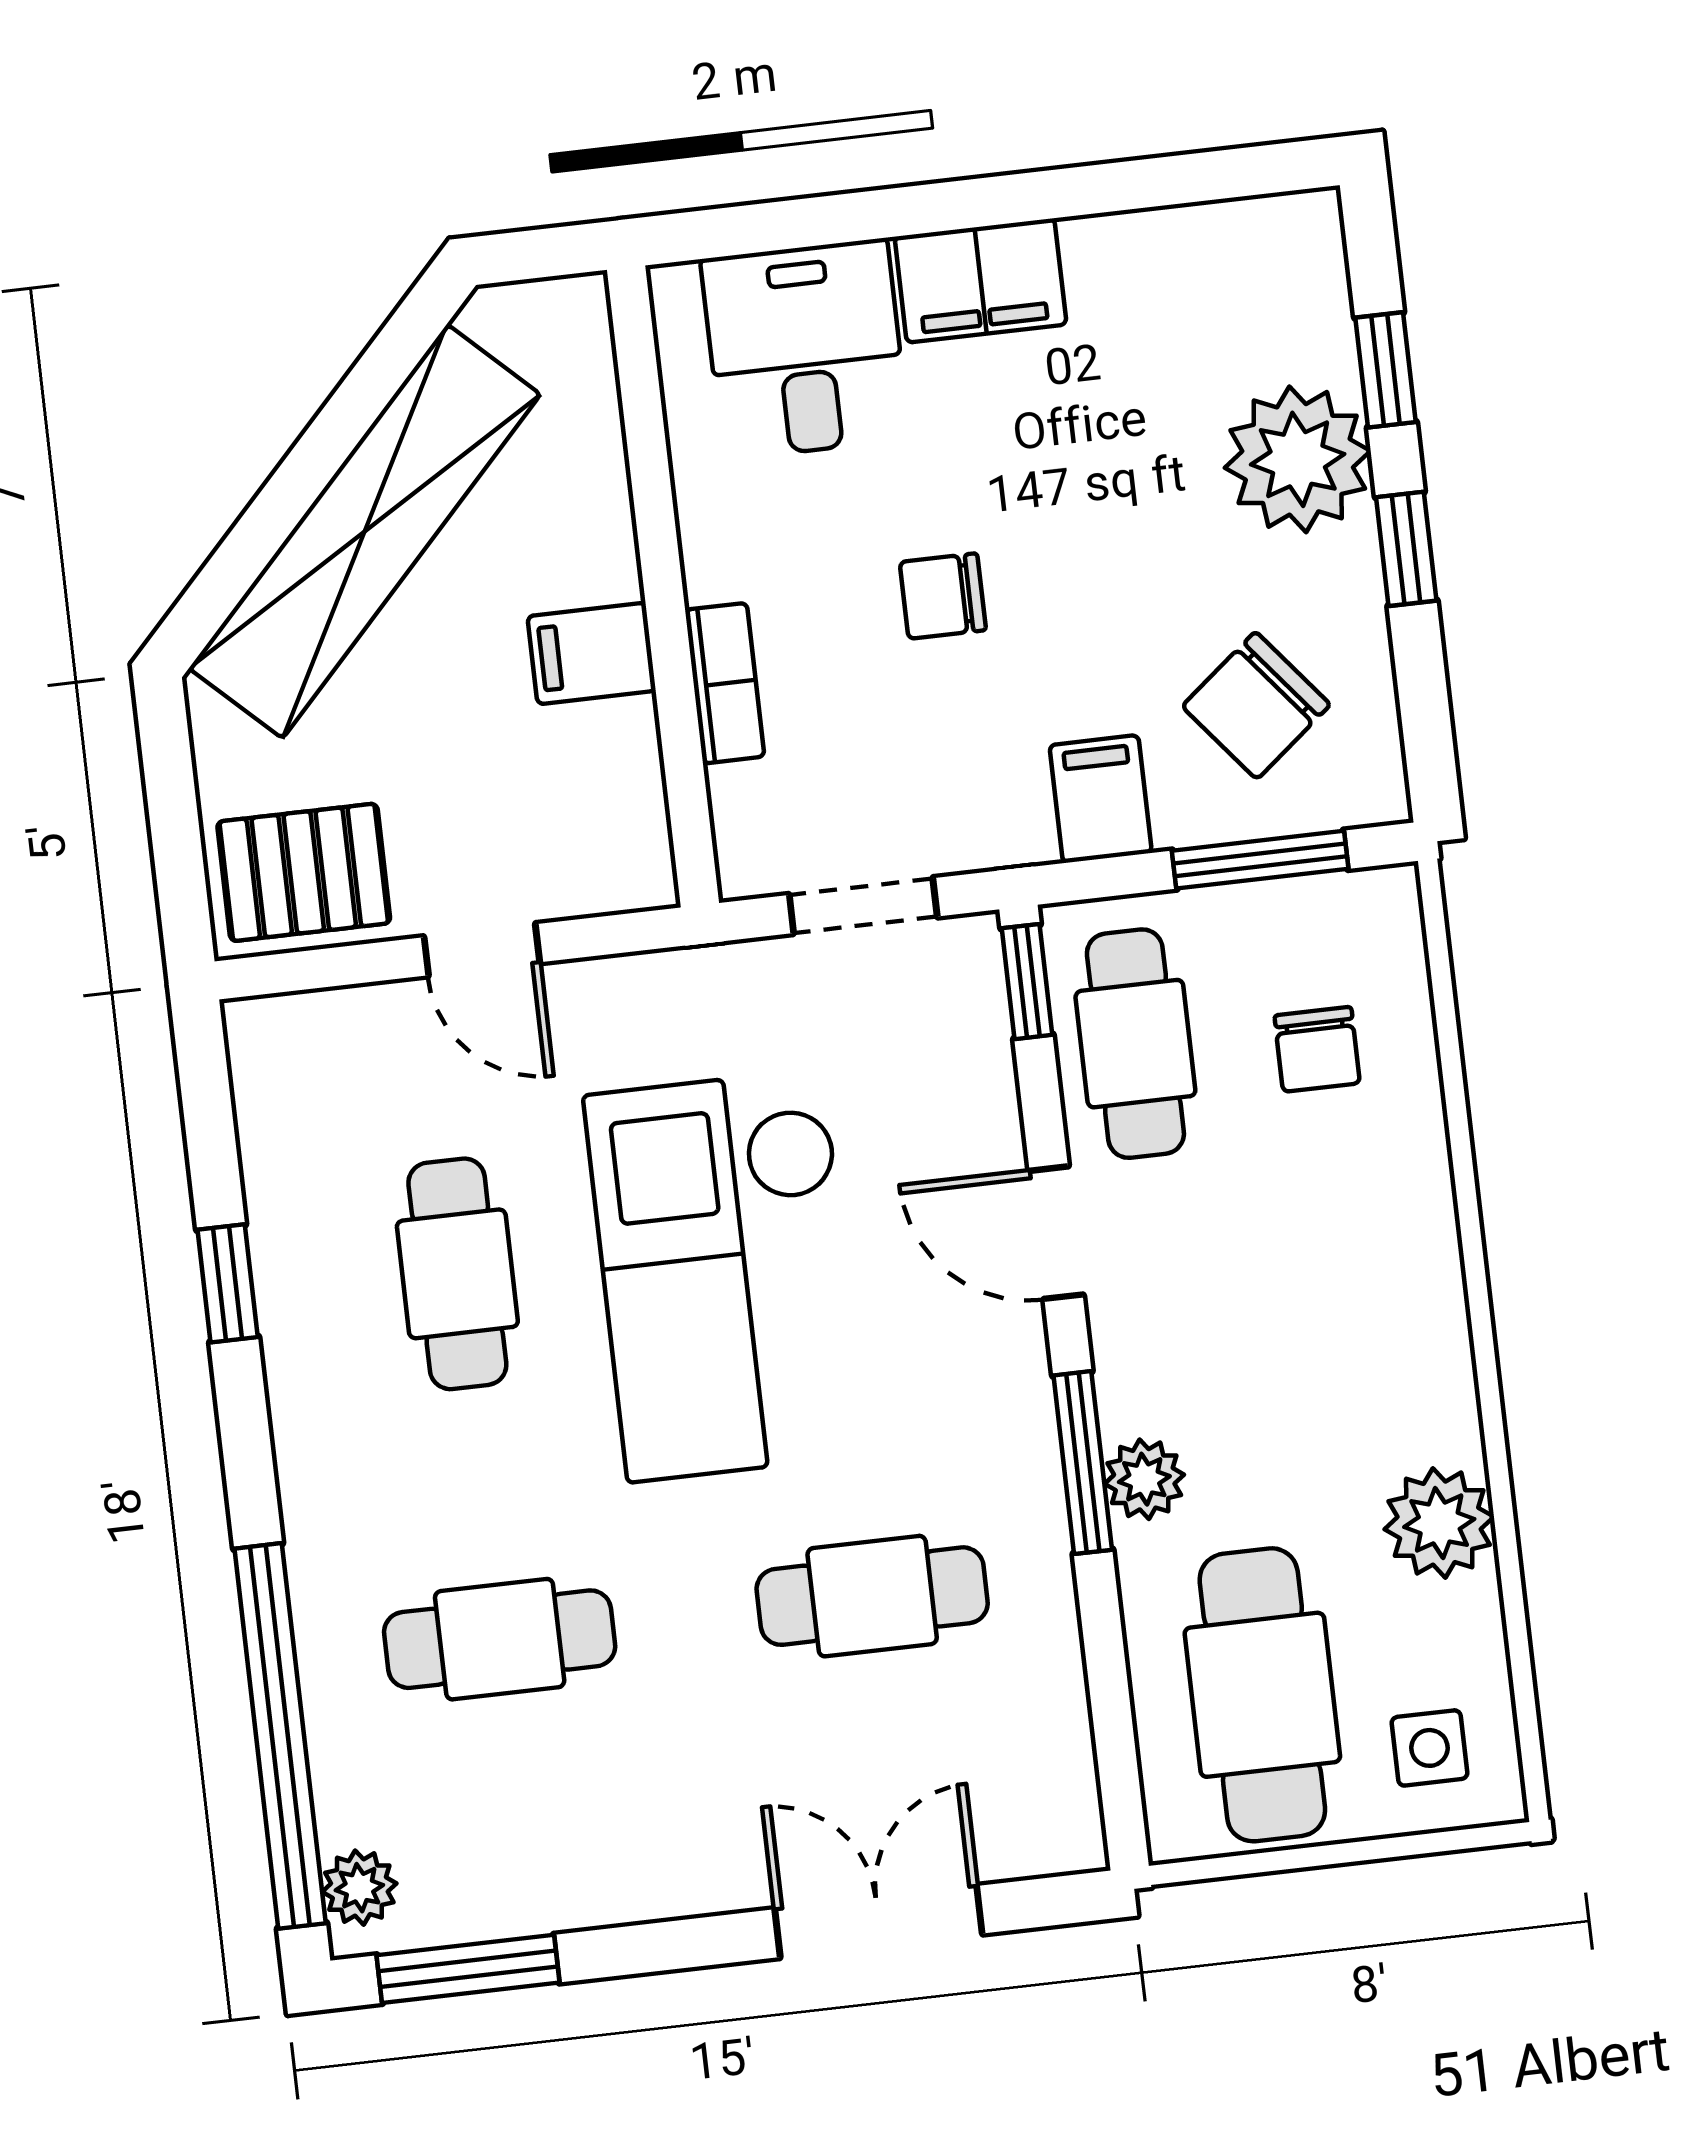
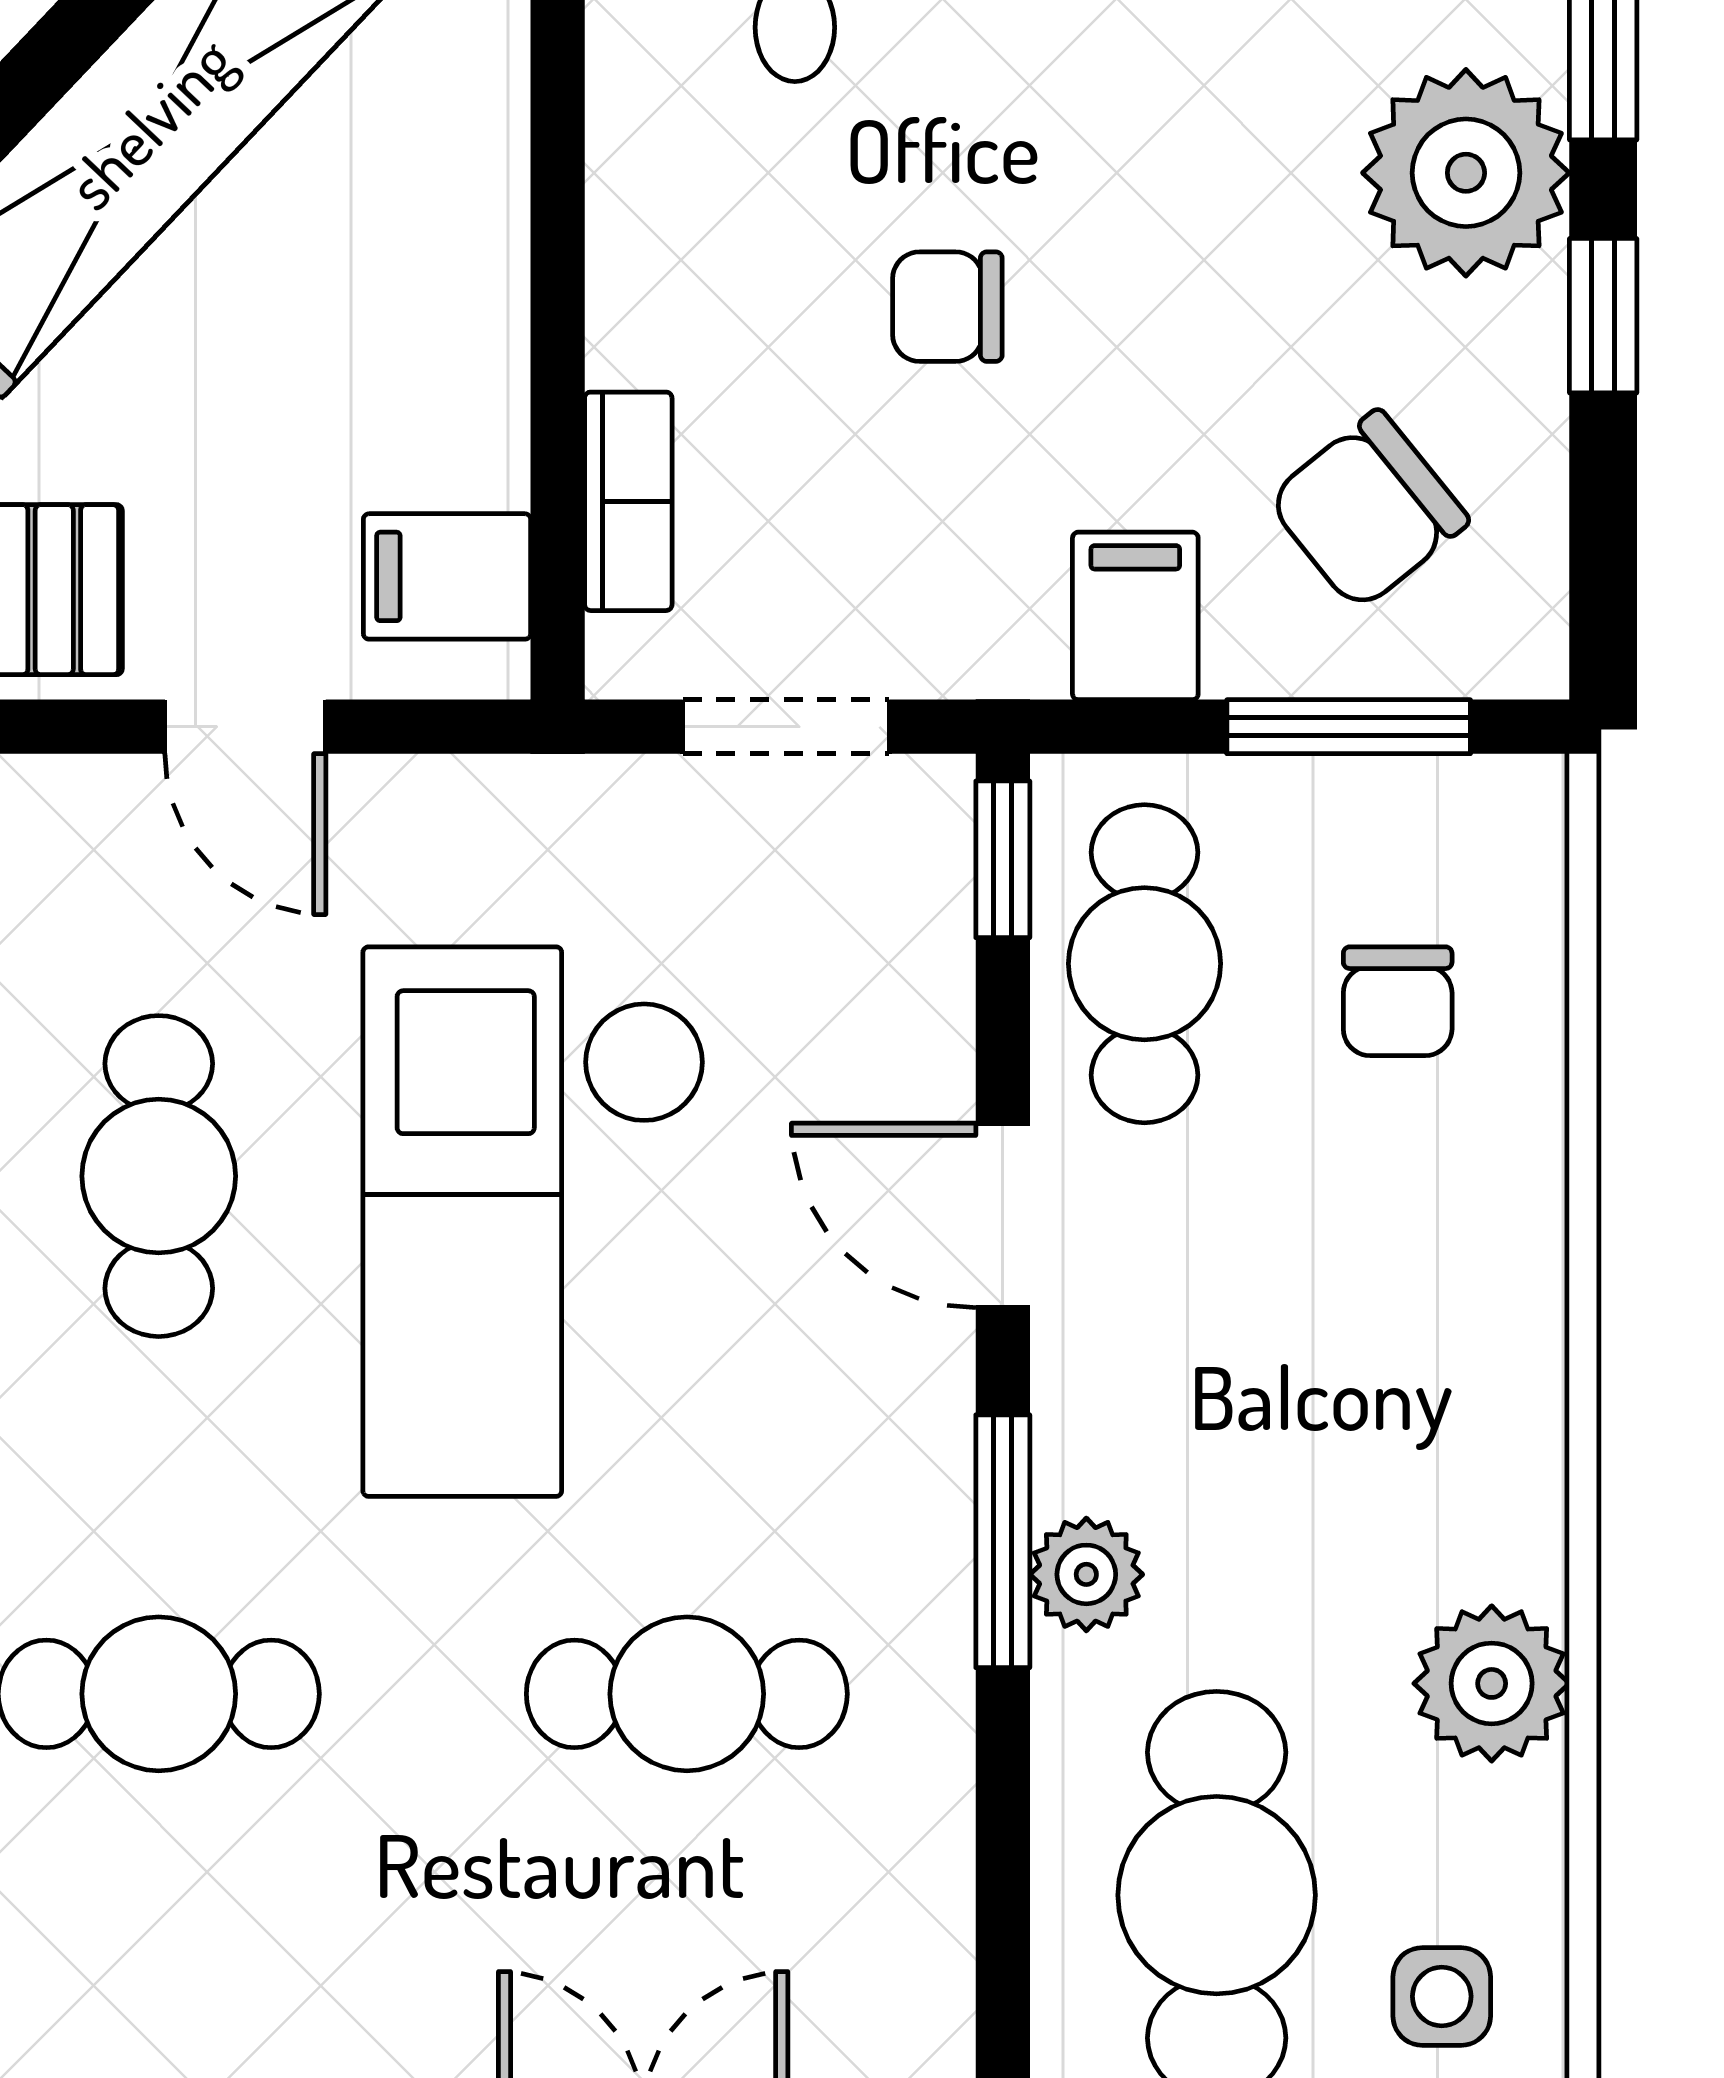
filing cabinet: (592, 653) -> (447, 576), moved
bookcase: (725, 683) -> (628, 501), moved

